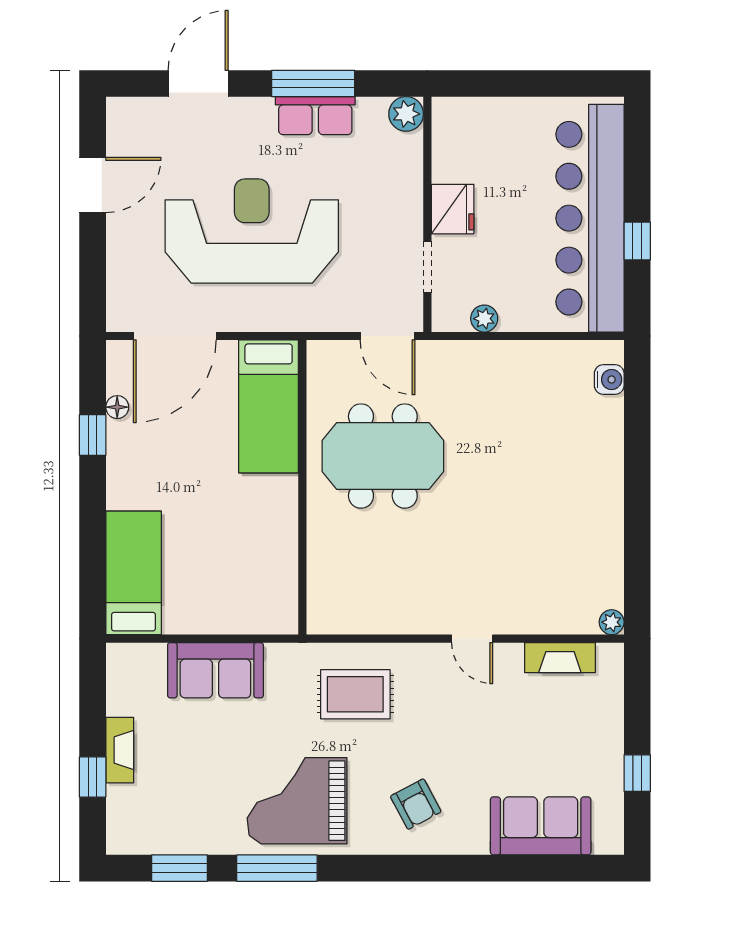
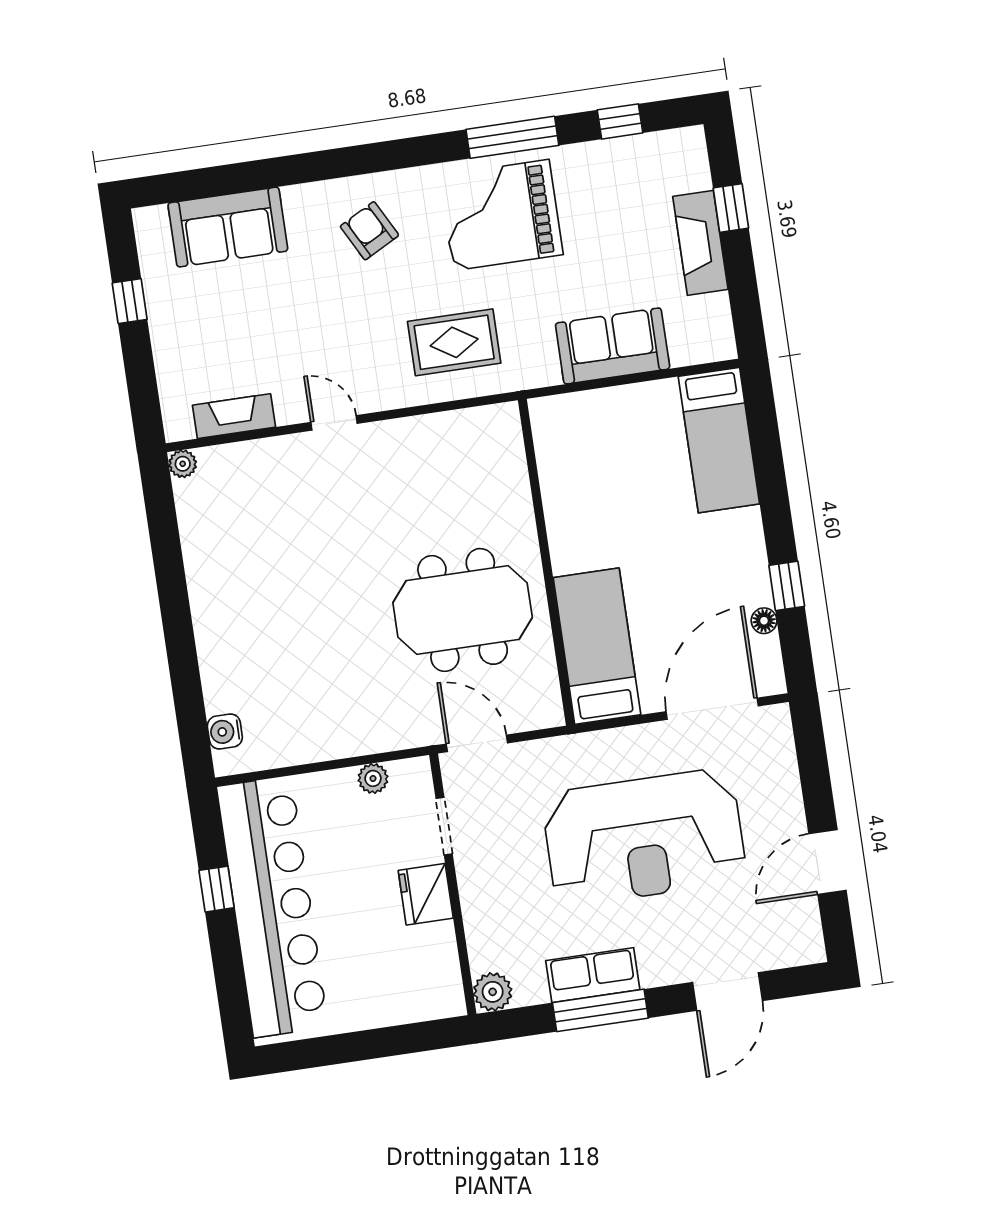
fireplace: (120, 750) -> (700, 243), width x1.37, depth x1.32
grand piano: (297, 801) -> (501, 215), turned 180
window: (180, 868) -> (620, 121), width x0.67

